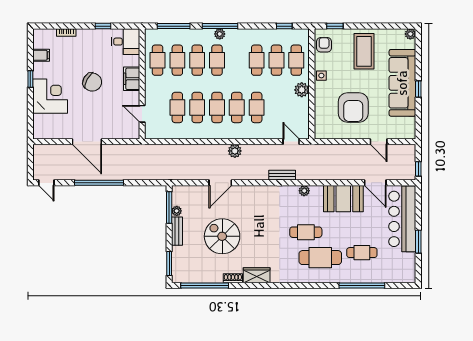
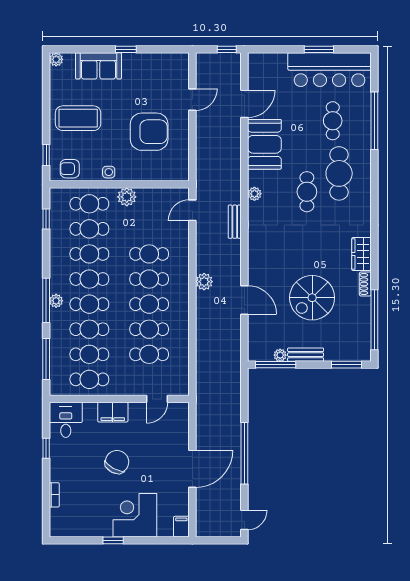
filing cabinet: (41, 55) -> (181, 527), moved
cafe table: (237, 60) -> (89, 279), added
sofa: (402, 83) -> (98, 66), width x0.54, depth x0.79
bar counter: (402, 219) -> (330, 70), moved

